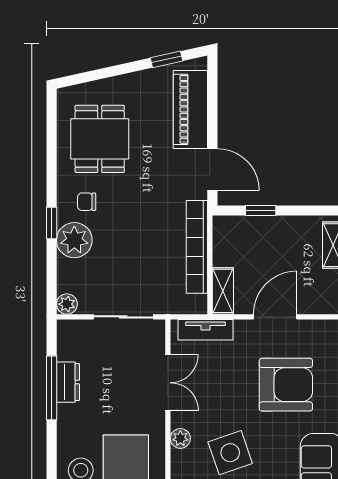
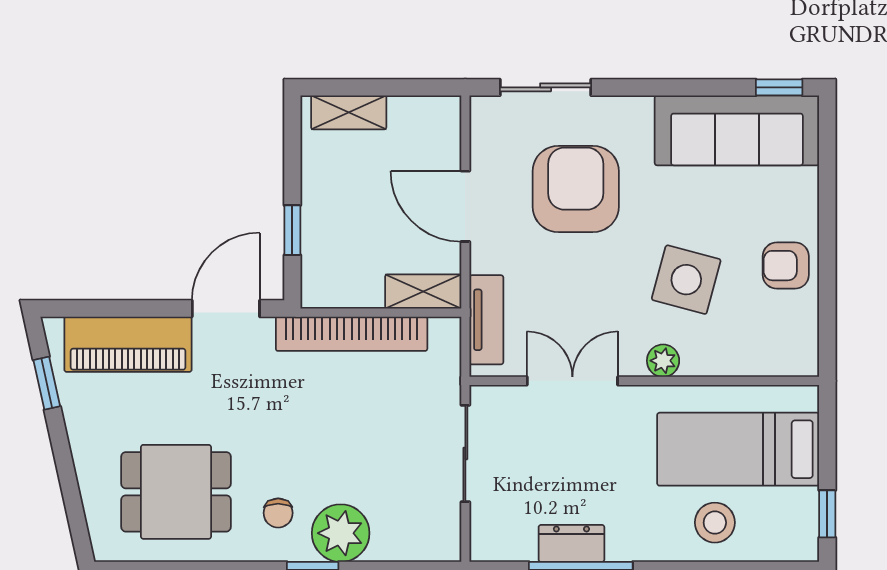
plant: (67, 304) -> (445, 545), removed
side table: (230, 453) -> (686, 280), turned 34

